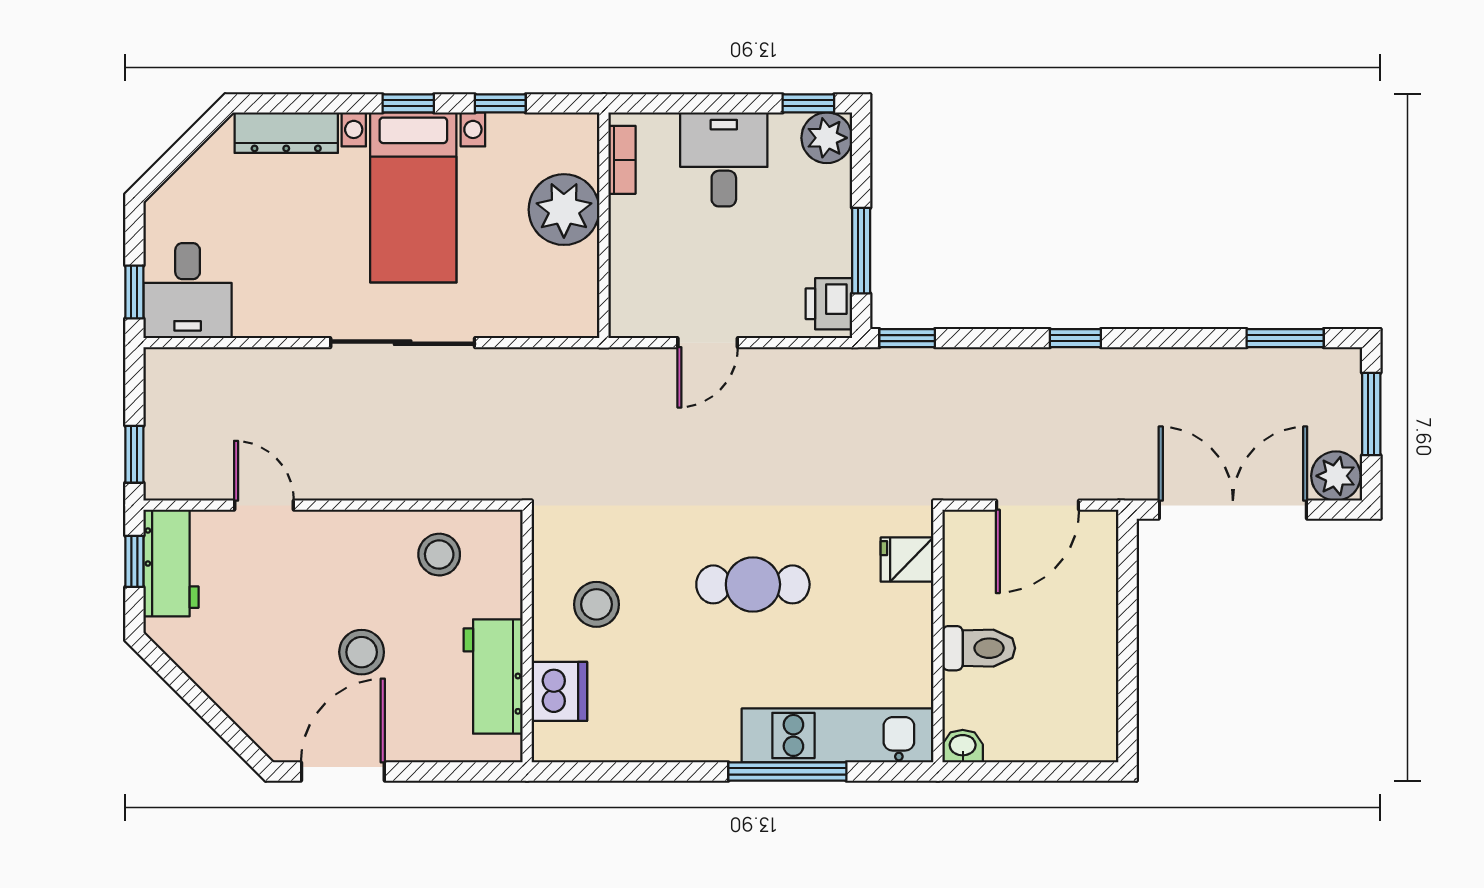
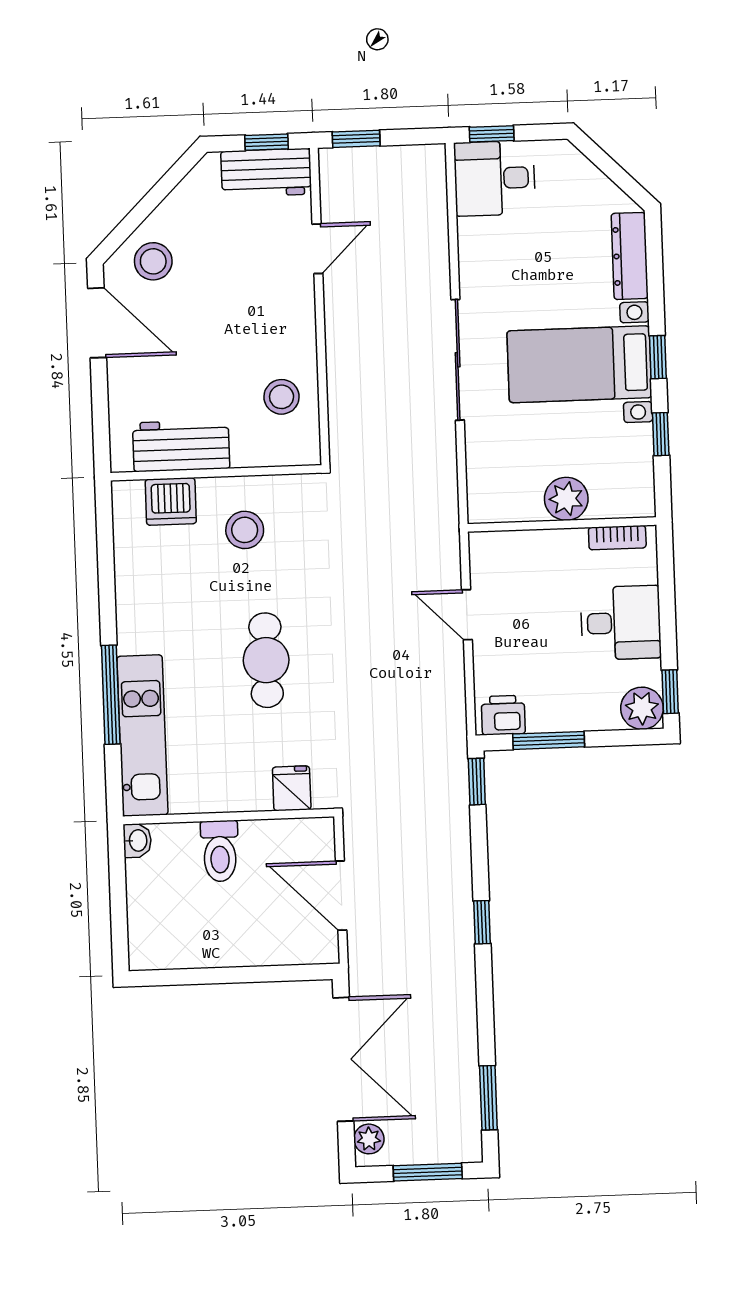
plant: (564, 210) -> (566, 499), width x0.73, depth x0.73
plant: (1336, 476) -> (369, 1139), width x0.73, depth x0.73
stool: (362, 652) -> (153, 261), moved

